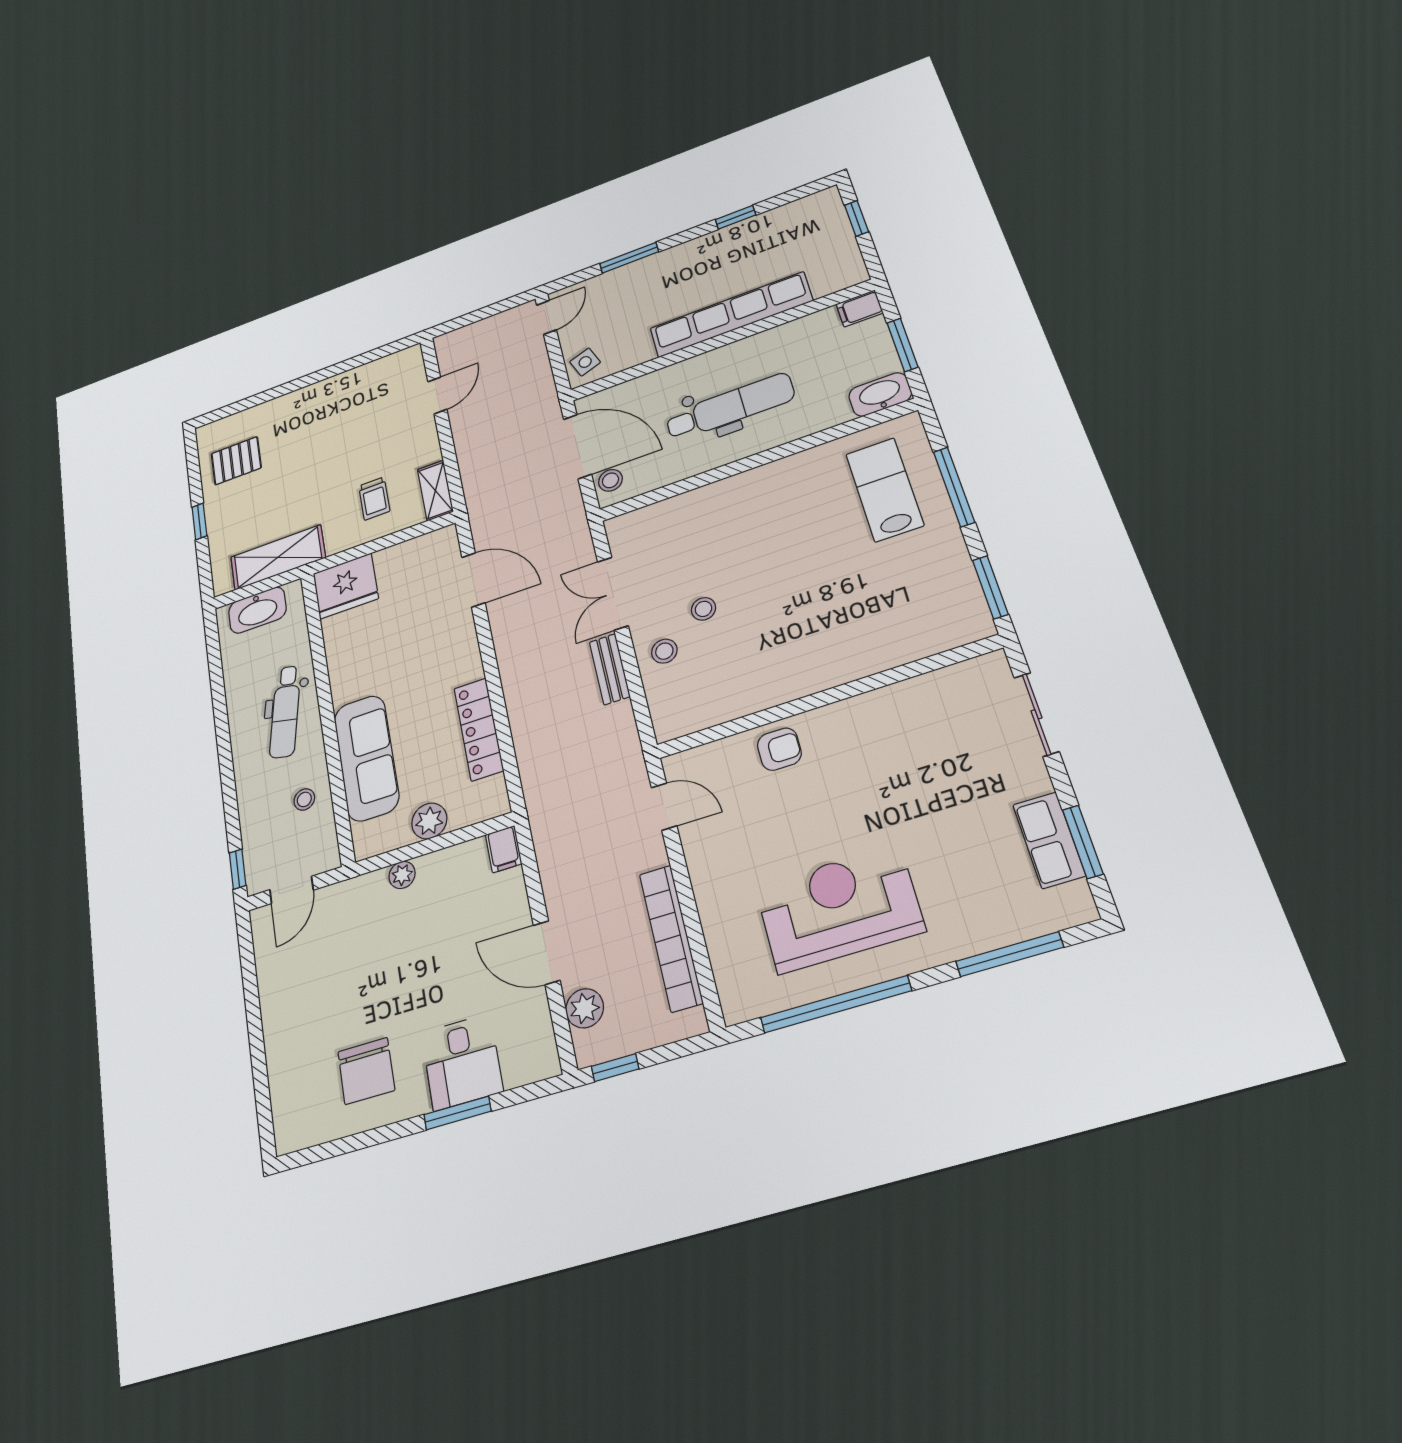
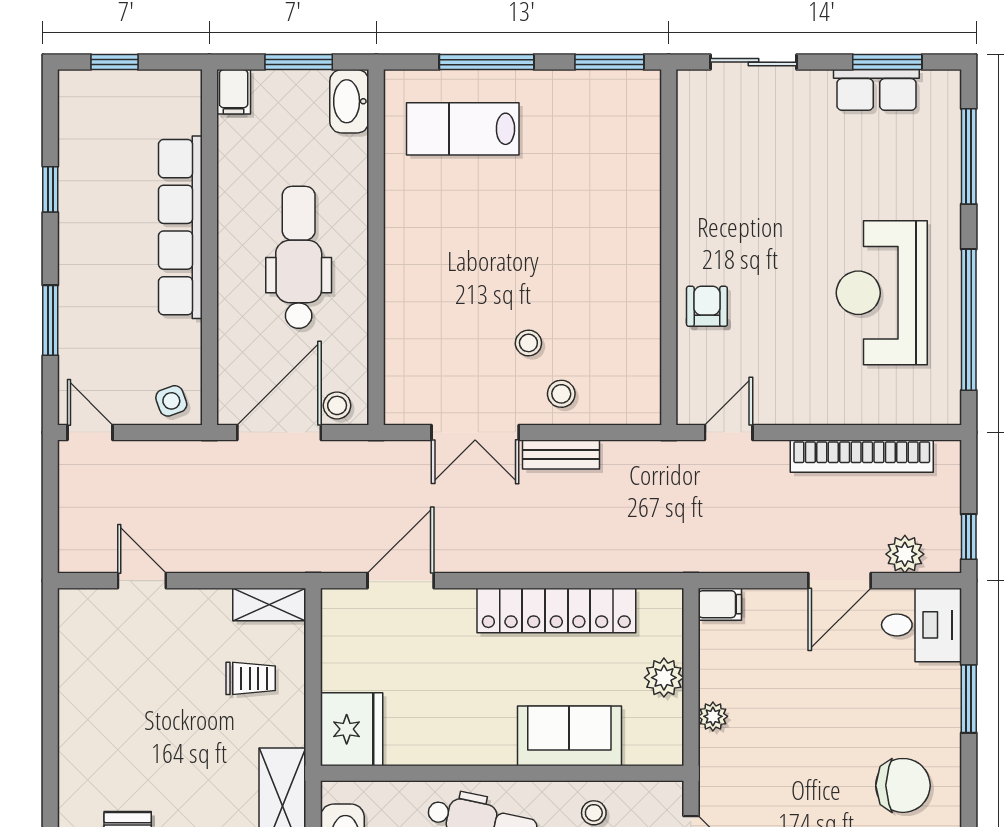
locker: (479, 729) -> (556, 610), width x1.41, depth x1.21
sofa: (366, 758) -> (569, 736), width x0.73
desk: (462, 1062) -> (922, 625), moved

